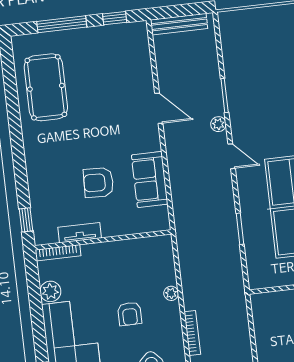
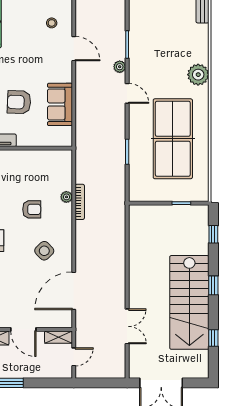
stool: (128, 80) -> (52, 23), added
armchair: (130, 314) -> (32, 209), turned -90
bookcase: (192, 333) -> (80, 202), moved

